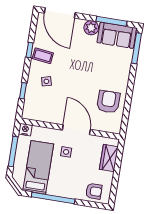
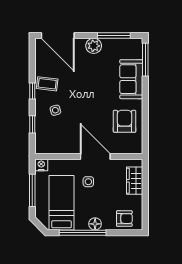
sofa: (117, 35) -> (131, 79), moved, turned 90
window: (30, 50) -> (32, 91), moved
floor lamp: (66, 192) -> (95, 224), added

